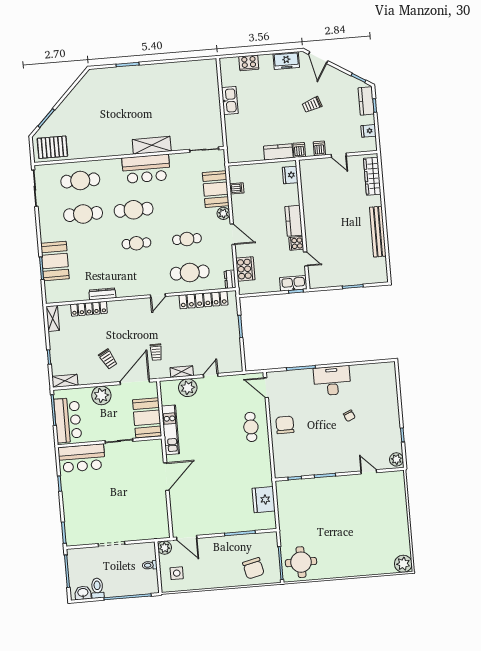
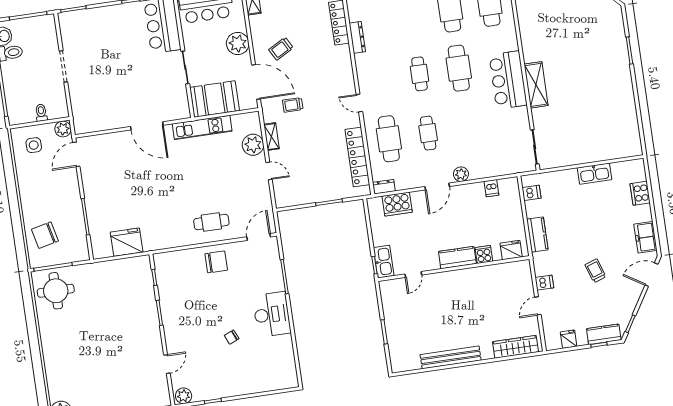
dishwasher: (299, 150) -> (532, 193), moved
booth: (216, 189) -> (489, 163), removed
cooker: (296, 243) -> (484, 254), moved

